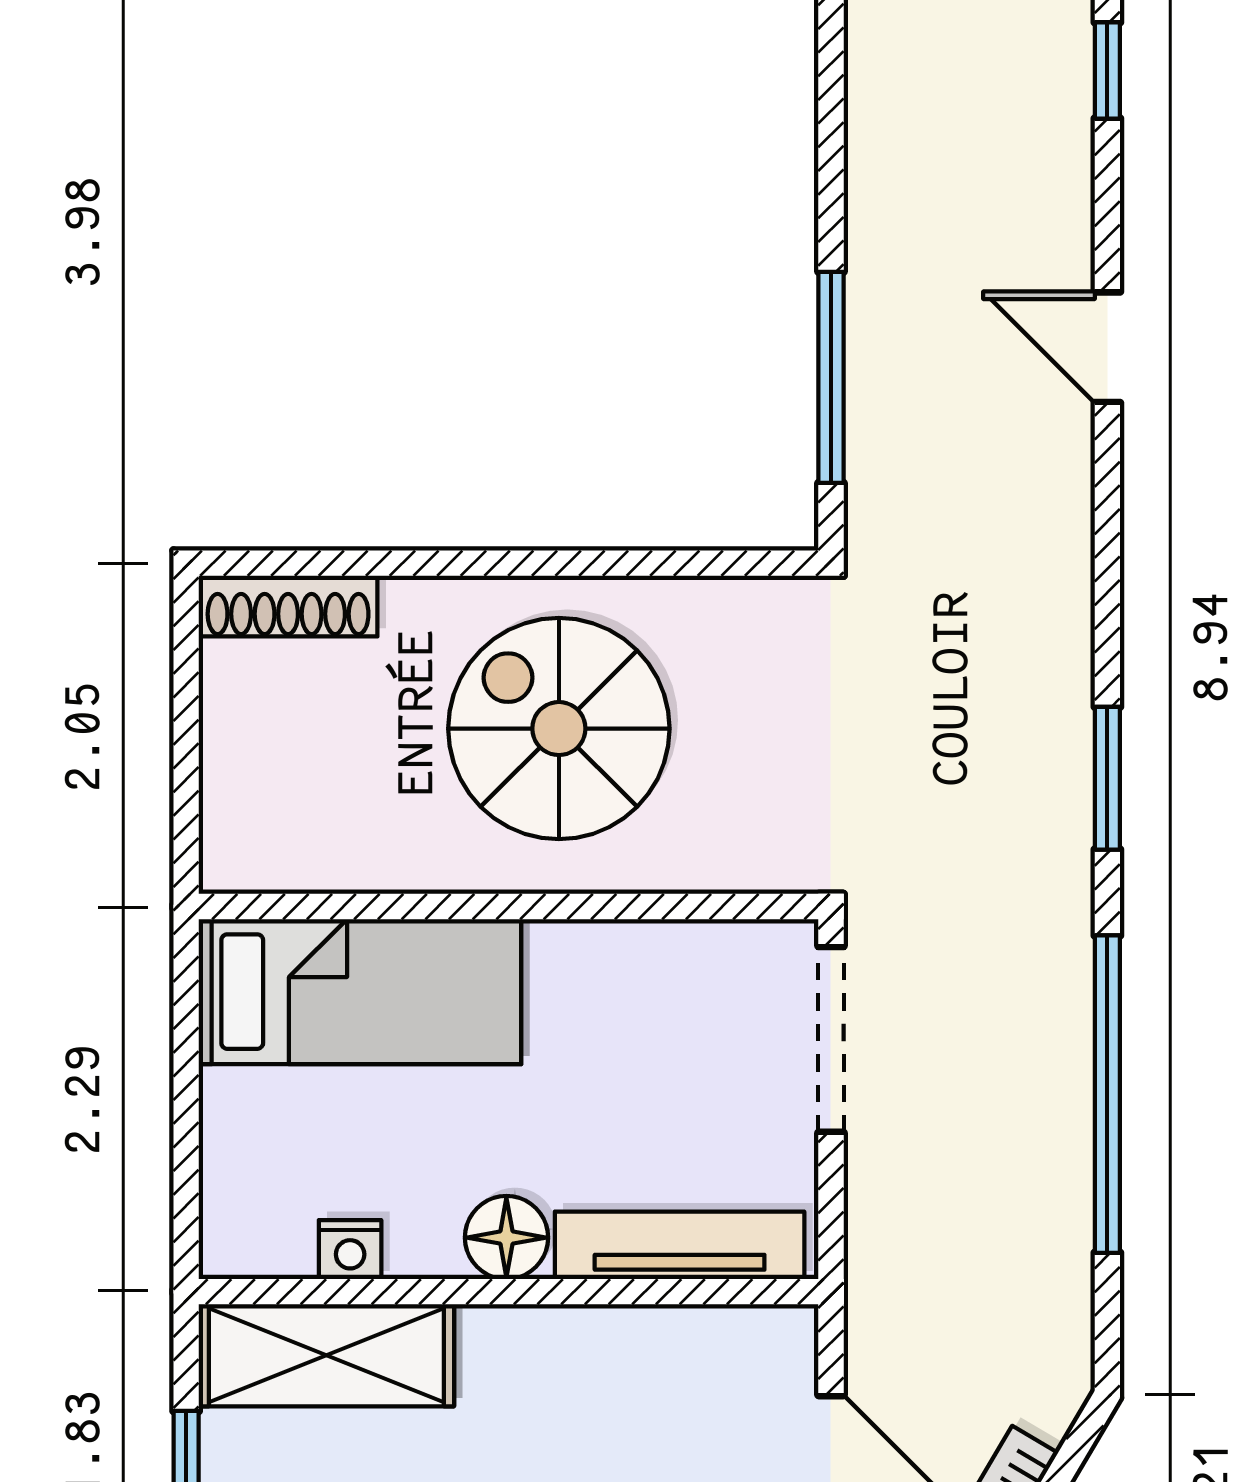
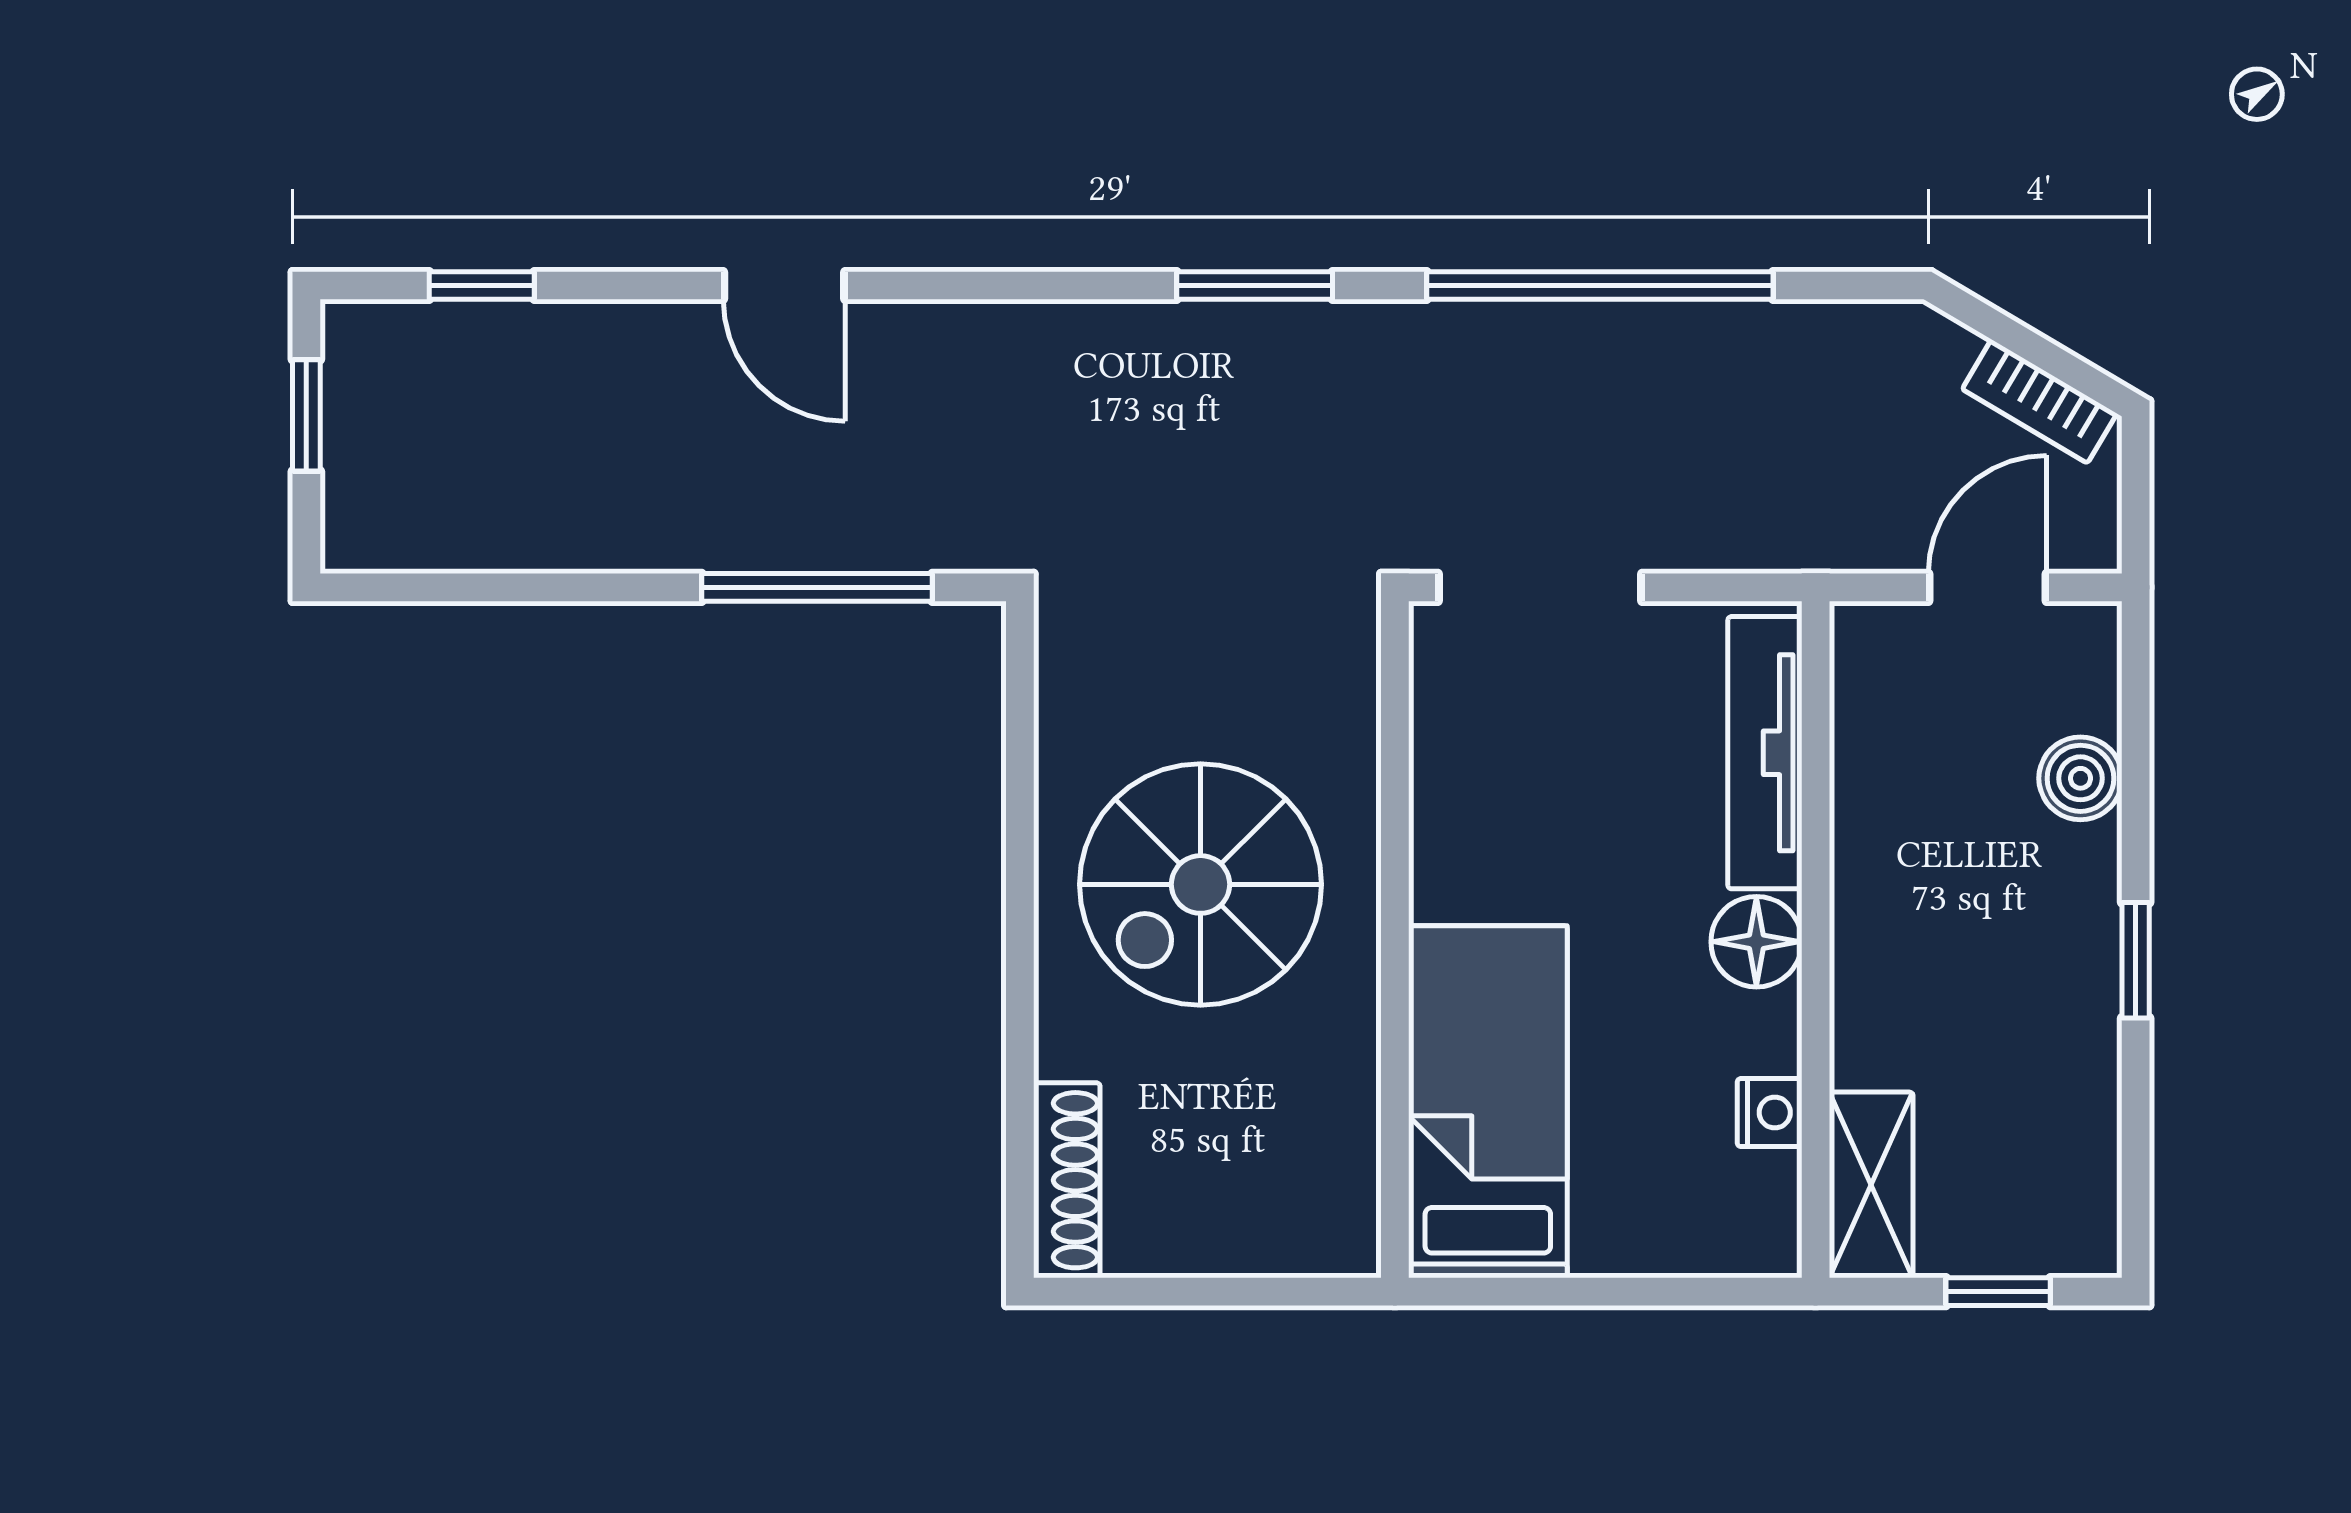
door: (1107, 347) -> (784, 285), hinge flipped
shelving: (326, 1355) -> (1871, 1185), width x0.67, depth x0.75

